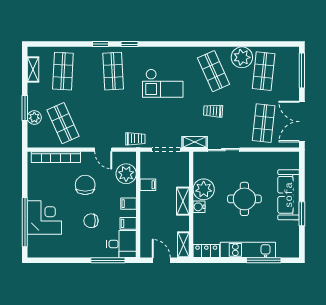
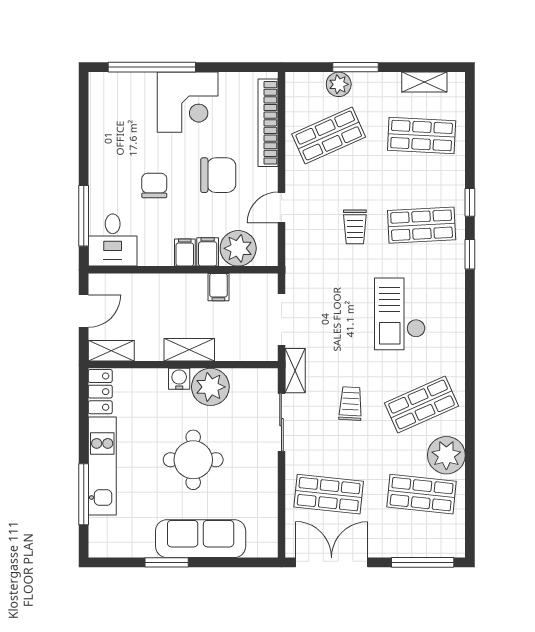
trolley: (135, 139) -> (355, 227), moved
corner desk: (44, 217) -> (188, 102), moved
filing cabinet: (128, 223) -> (208, 252), moved

